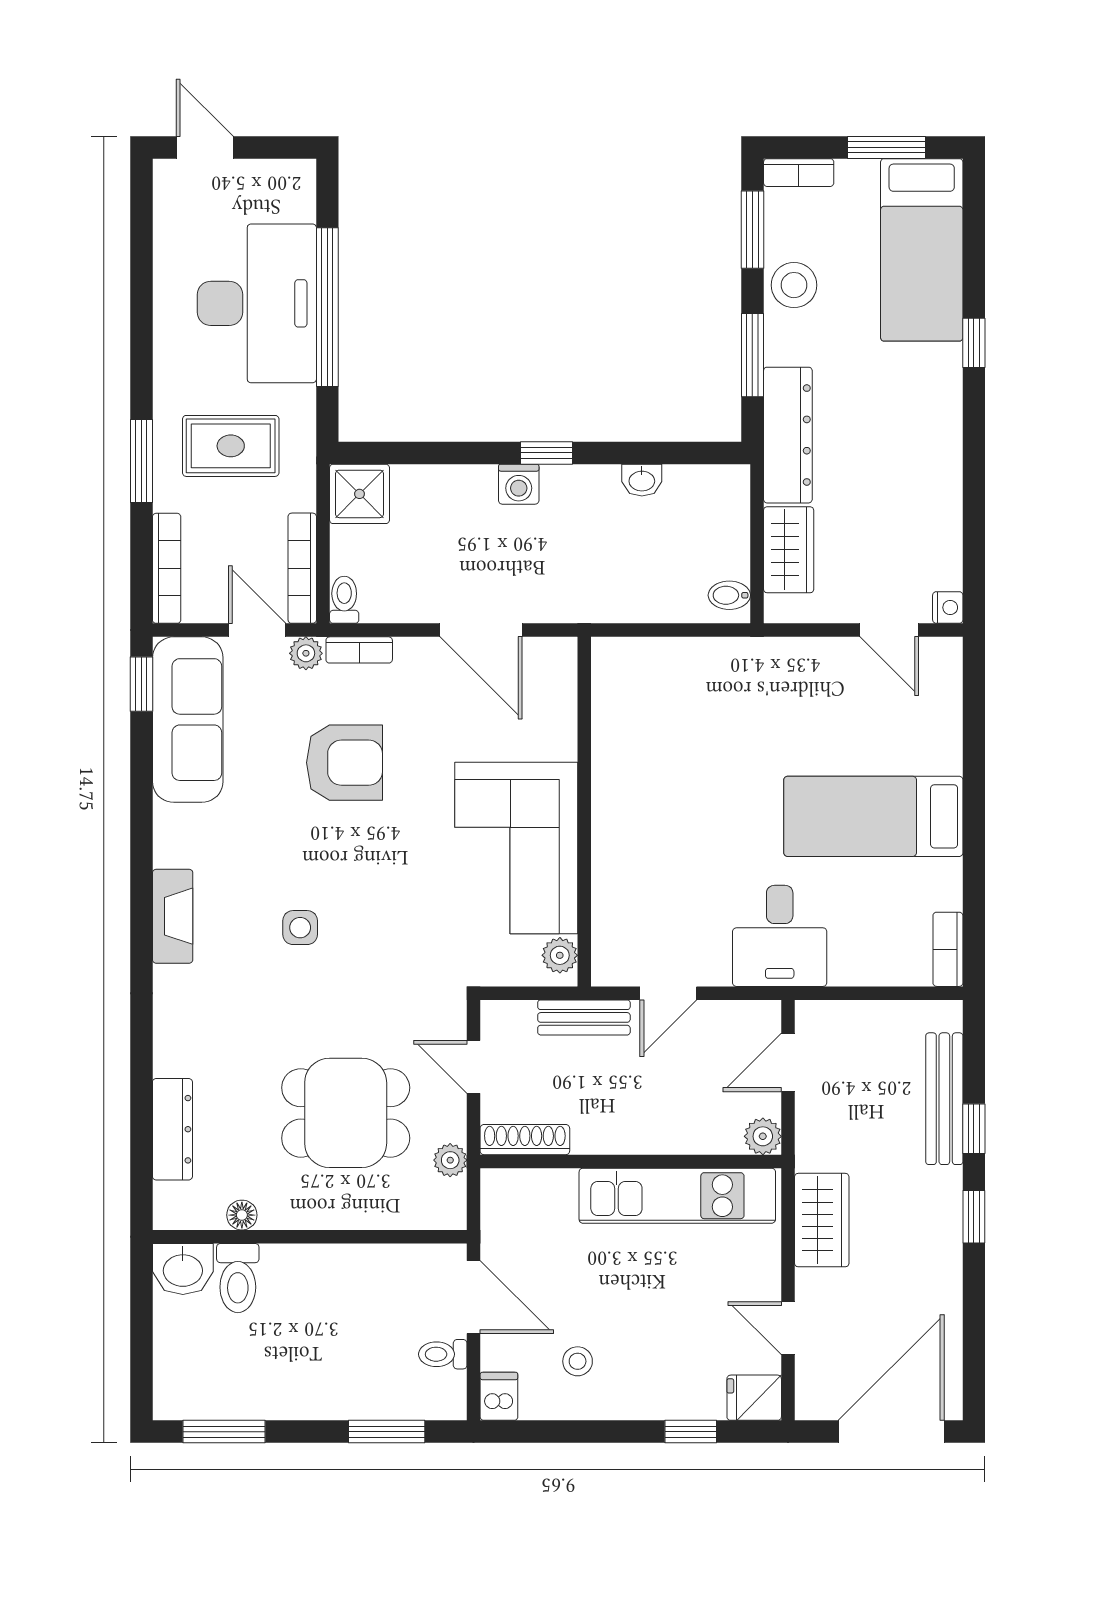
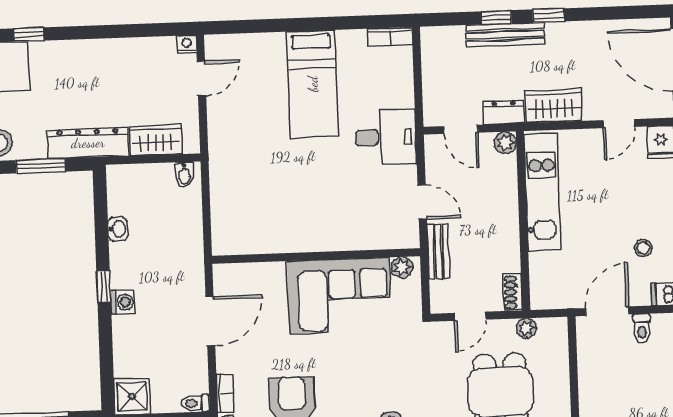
bench: (944, 1099) -> (505, 35), moved
dresser: (814, 1136) -> (504, 112), added
shoe rack: (525, 1140) -> (513, 292), width x0.70

